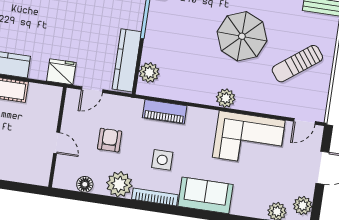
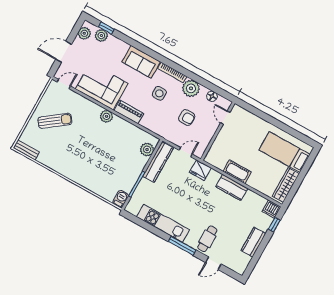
parasol: (242, 36) -> (82, 150), removed
piano: (165, 112) -> (129, 112), moved
armchair: (110, 140) -> (187, 117), turned -90
door: (57, 143) -> (225, 118), moved

